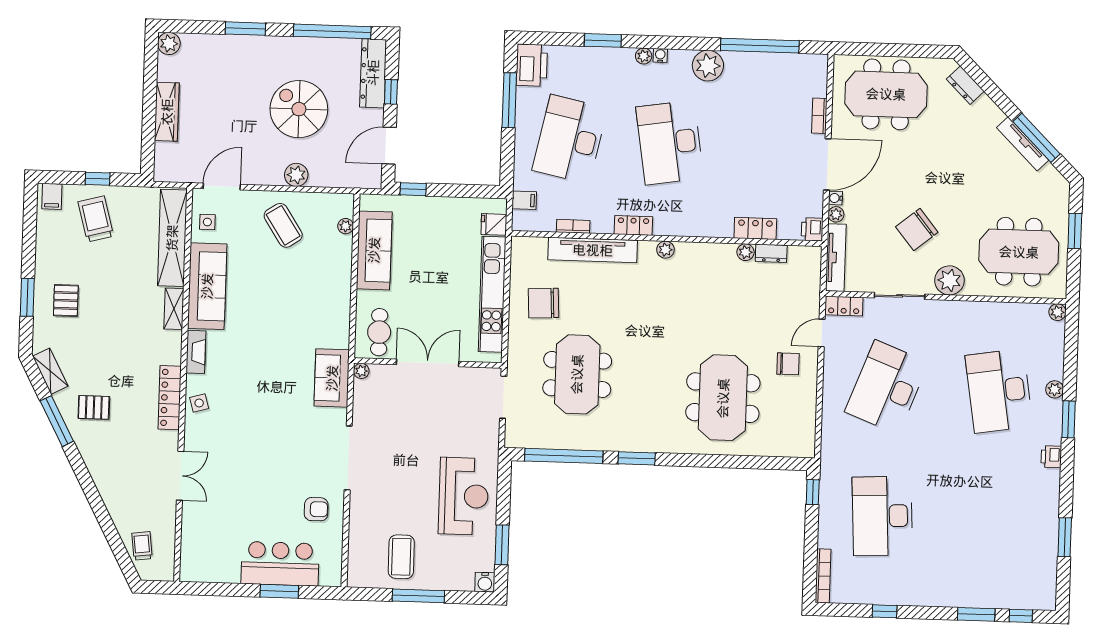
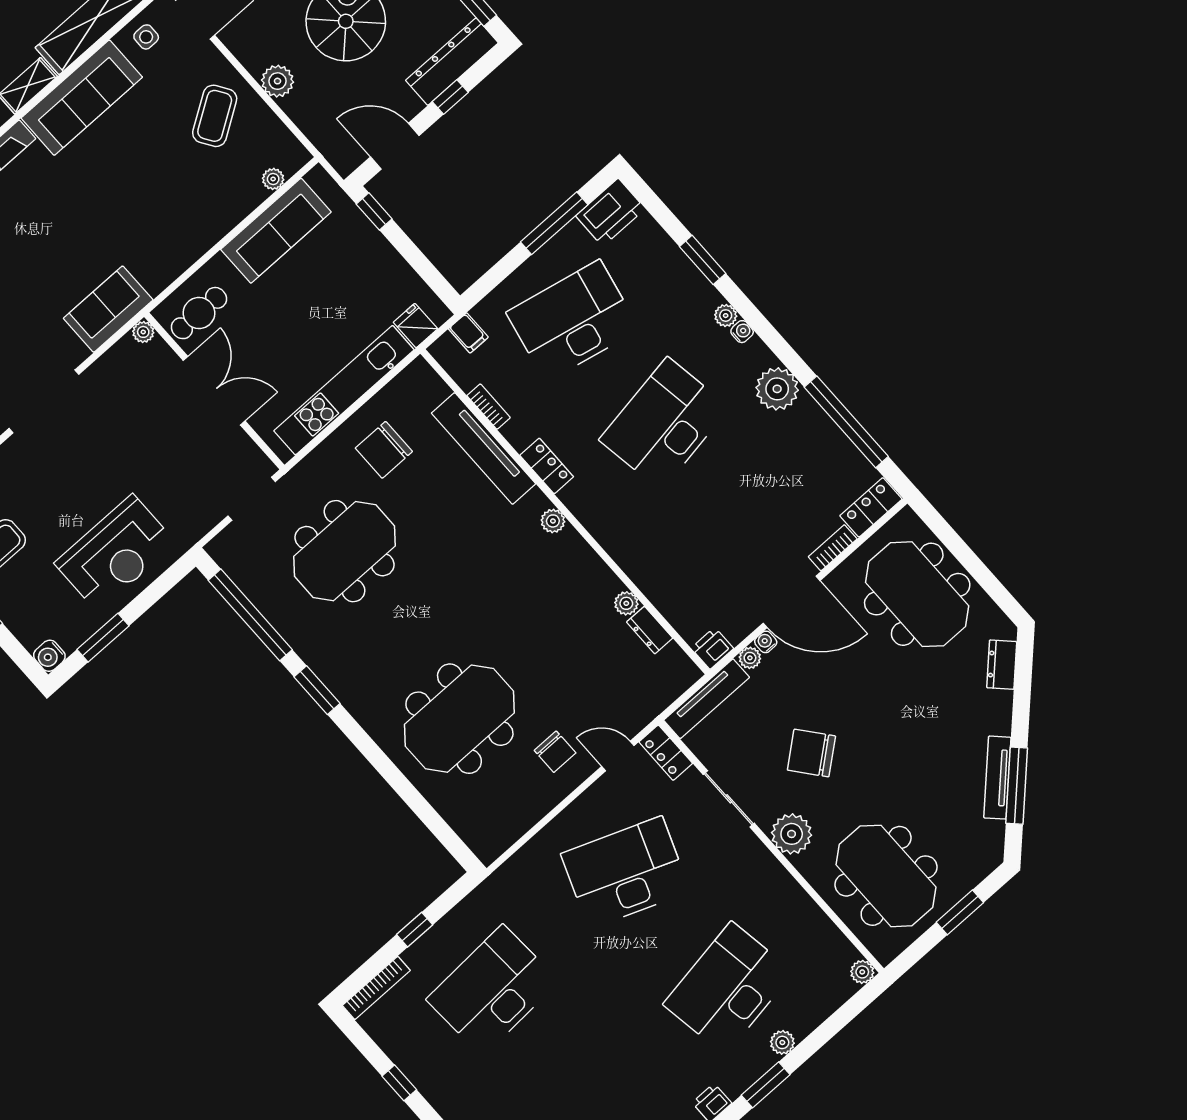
locker: (755, 228) -> (871, 507), moved, turned -90
chair: (543, 303) -> (384, 450), turned -87
window: (813, 492) -> (415, 930), moved

